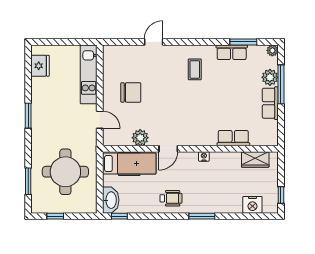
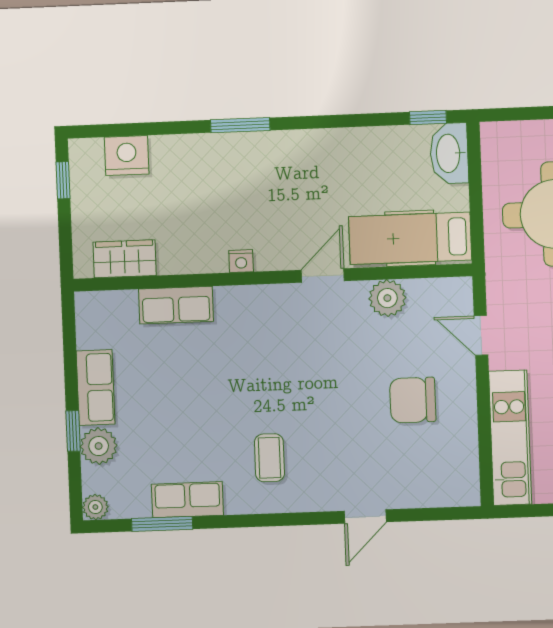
window: (281, 84) -> (73, 431), width x0.46
wheelchair: (171, 198) -> (312, 163), removed

